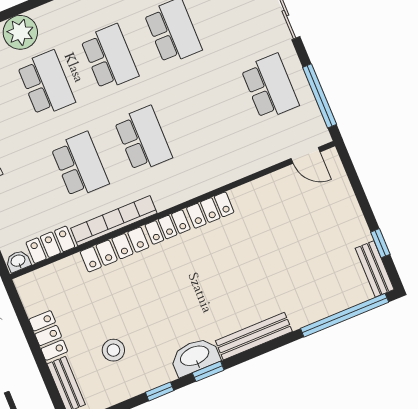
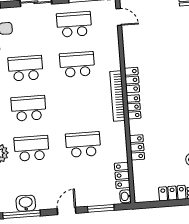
school desk: (143, 139) -> (77, 64), moved
door: (306, 155) -> (119, 17), hinge flipped
bookcase: (114, 221) -> (117, 96), moved
locker: (115, 249) -> (137, 147), width x0.66

